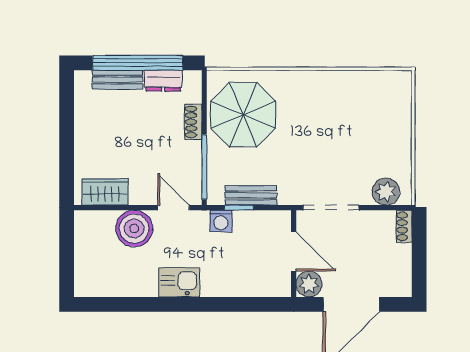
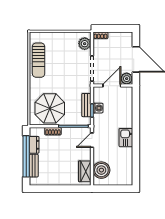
sun lounger: (350, 90) -> (39, 60), added
washing machine: (221, 221) -> (98, 108), moved
boiler: (134, 229) -> (101, 170), moved

